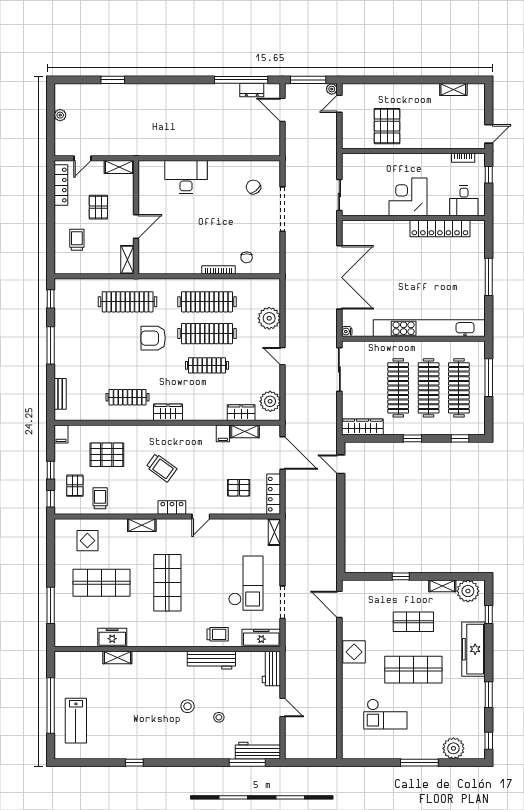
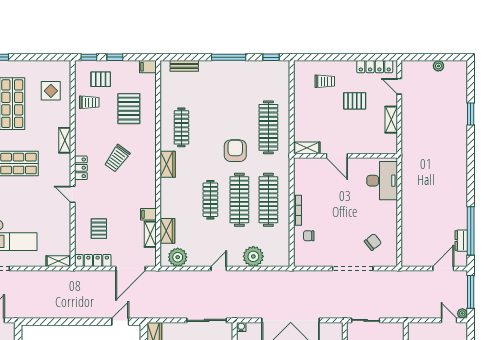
wall: (136, 217) -> (345, 156), moved
door: (136, 226) -> (337, 156), moved
shelving: (127, 260) -> (307, 148), moved

